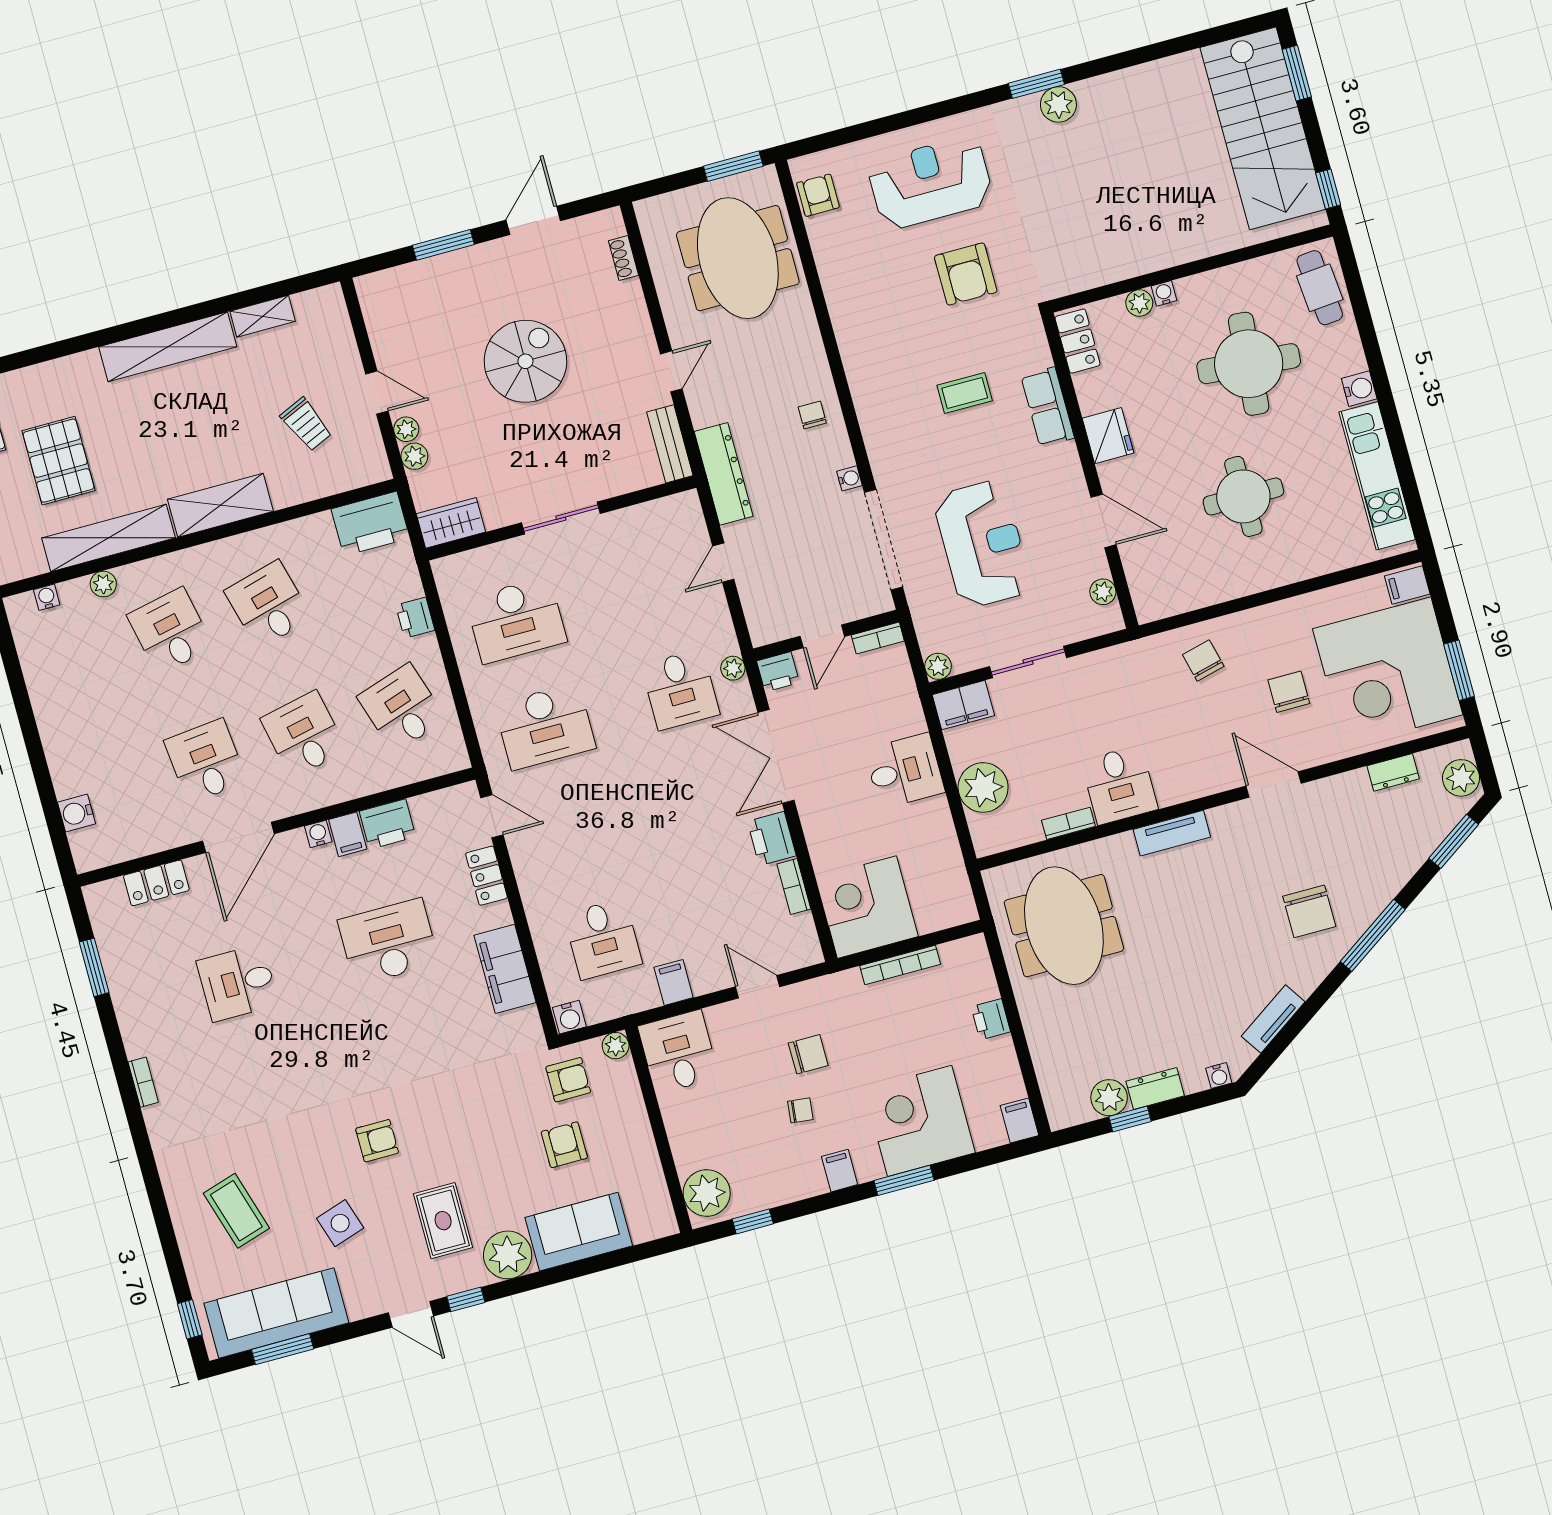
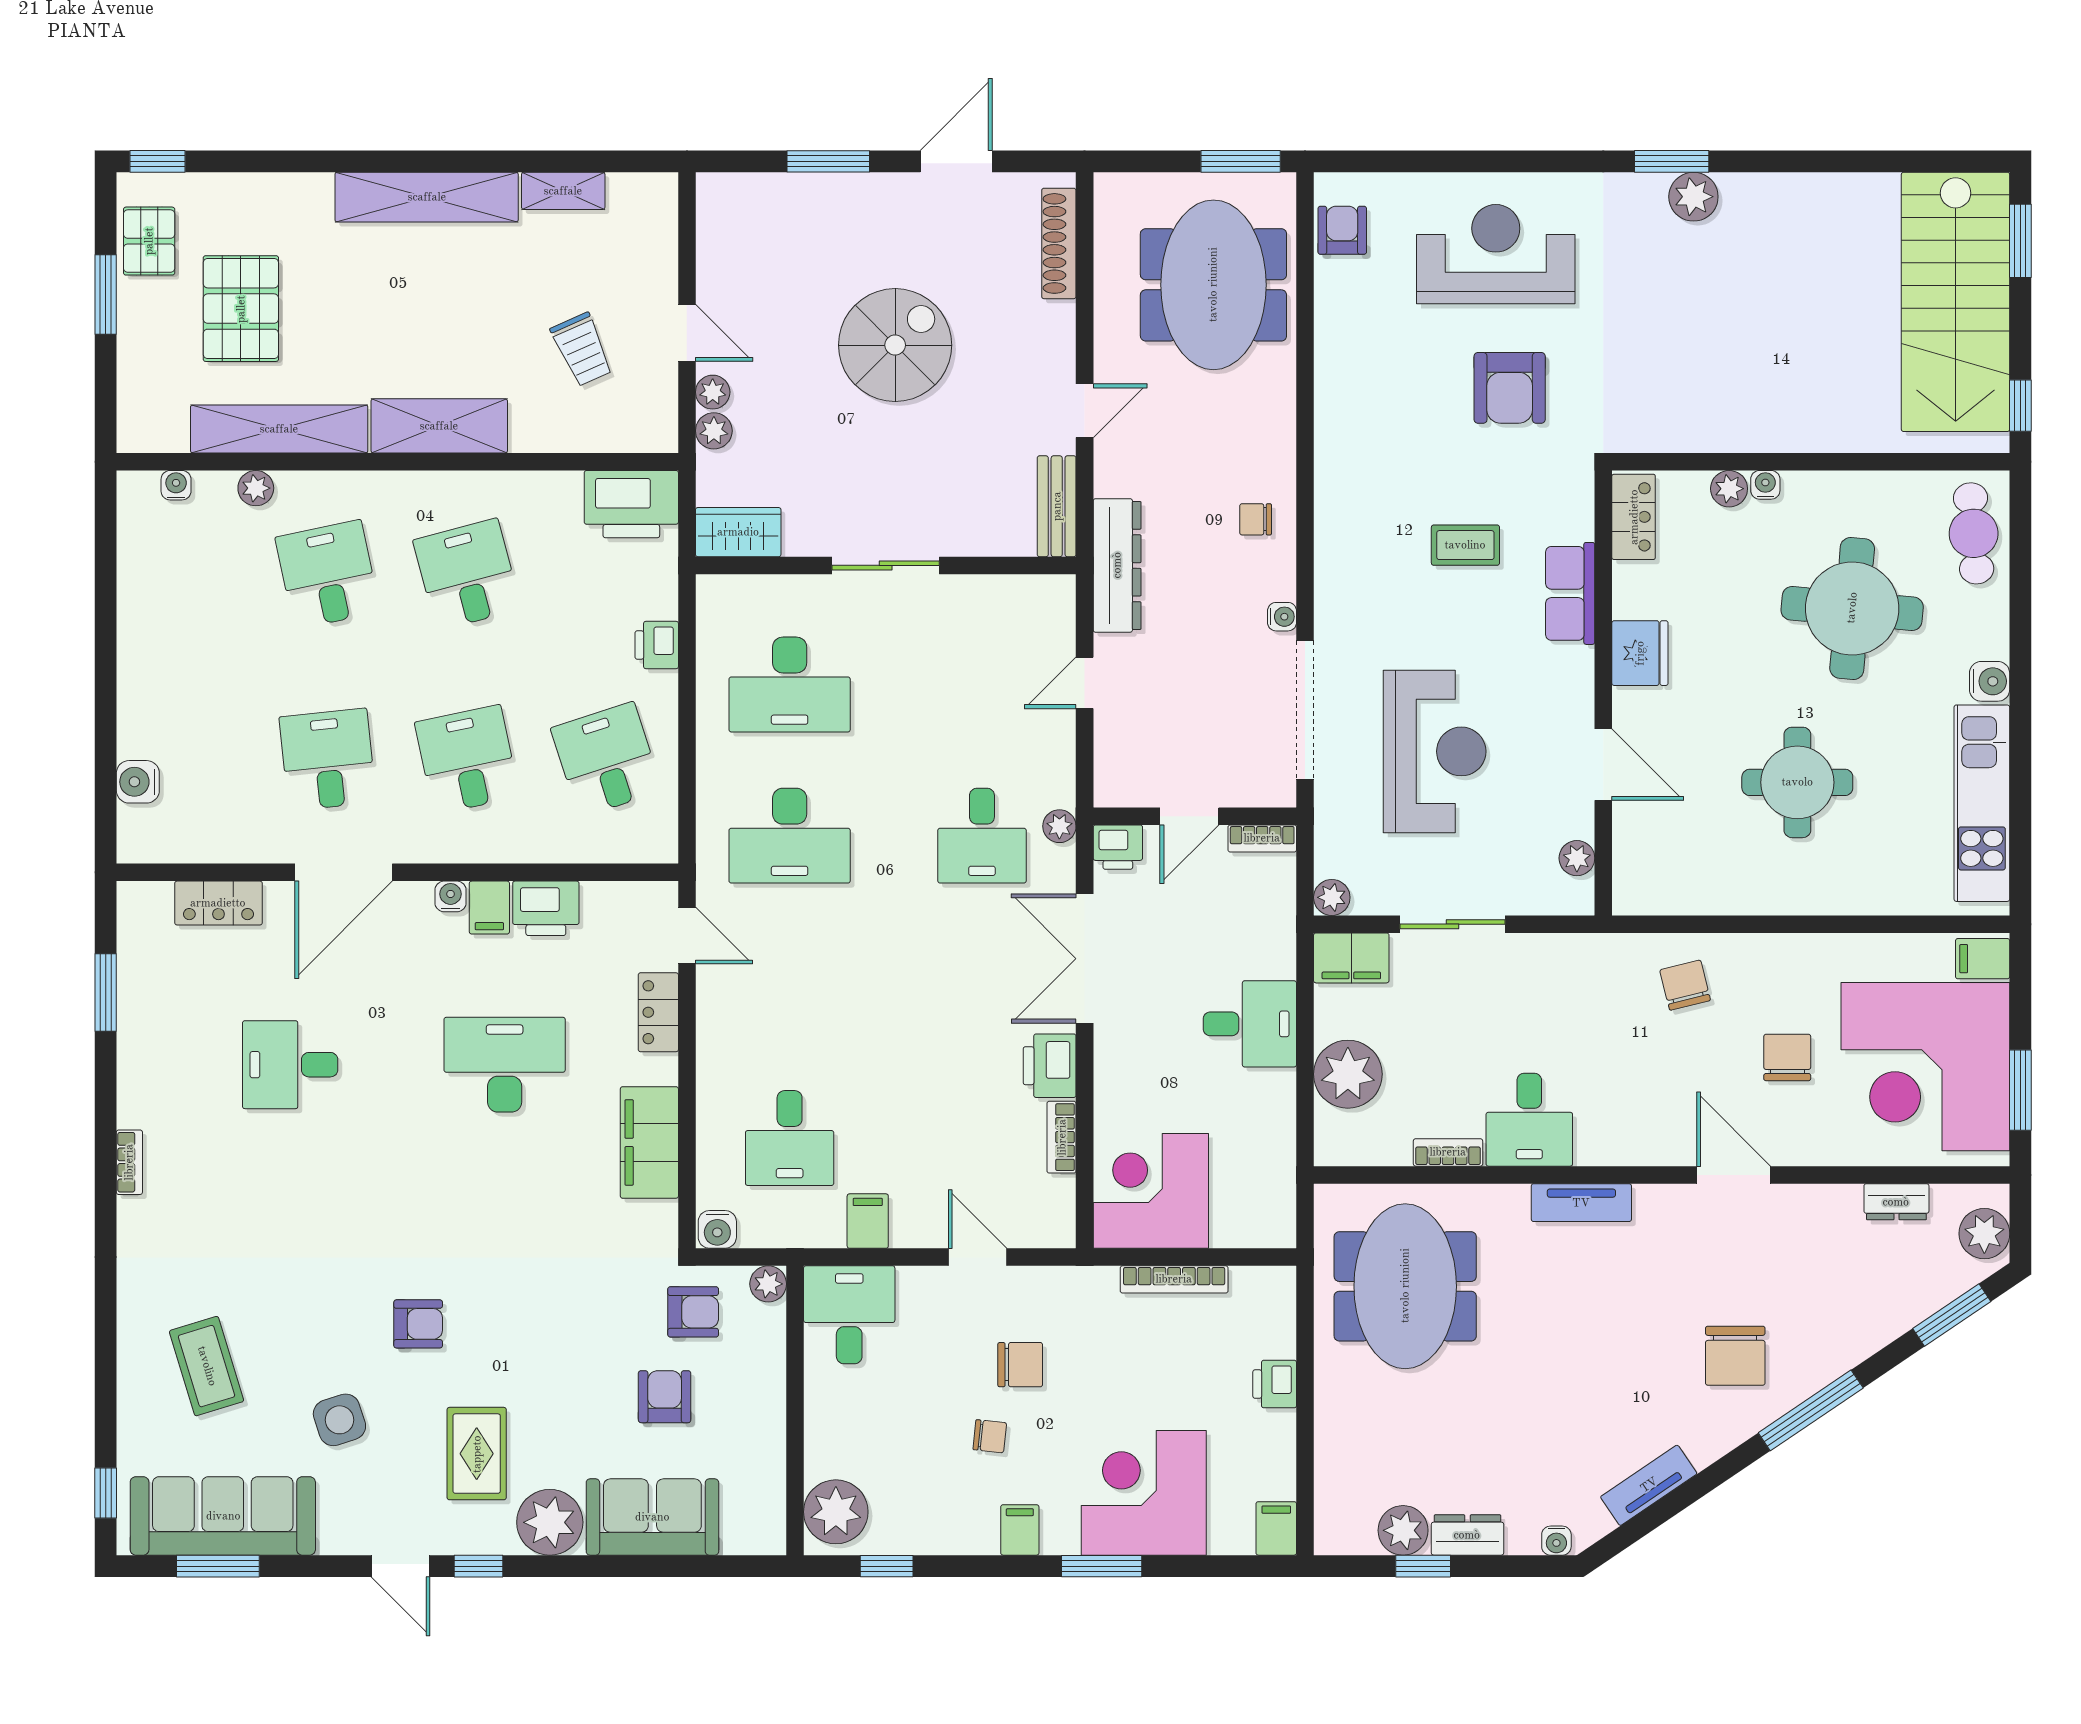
shoe rack: (623, 258) -> (1059, 243), width x1.94, depth x1.24
chair: (812, 415) -> (1256, 519), turned -90

